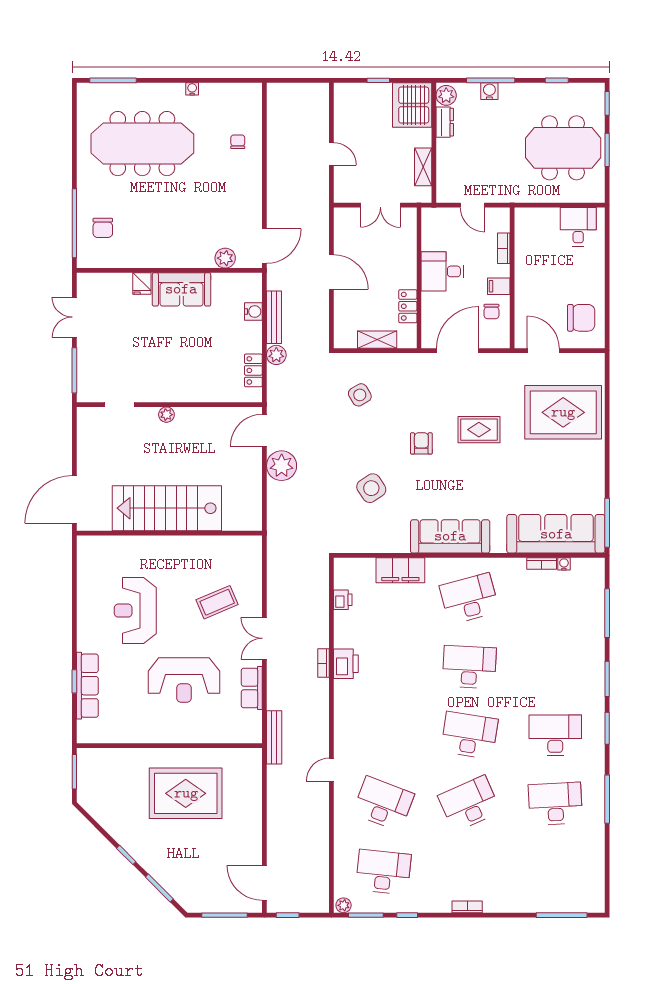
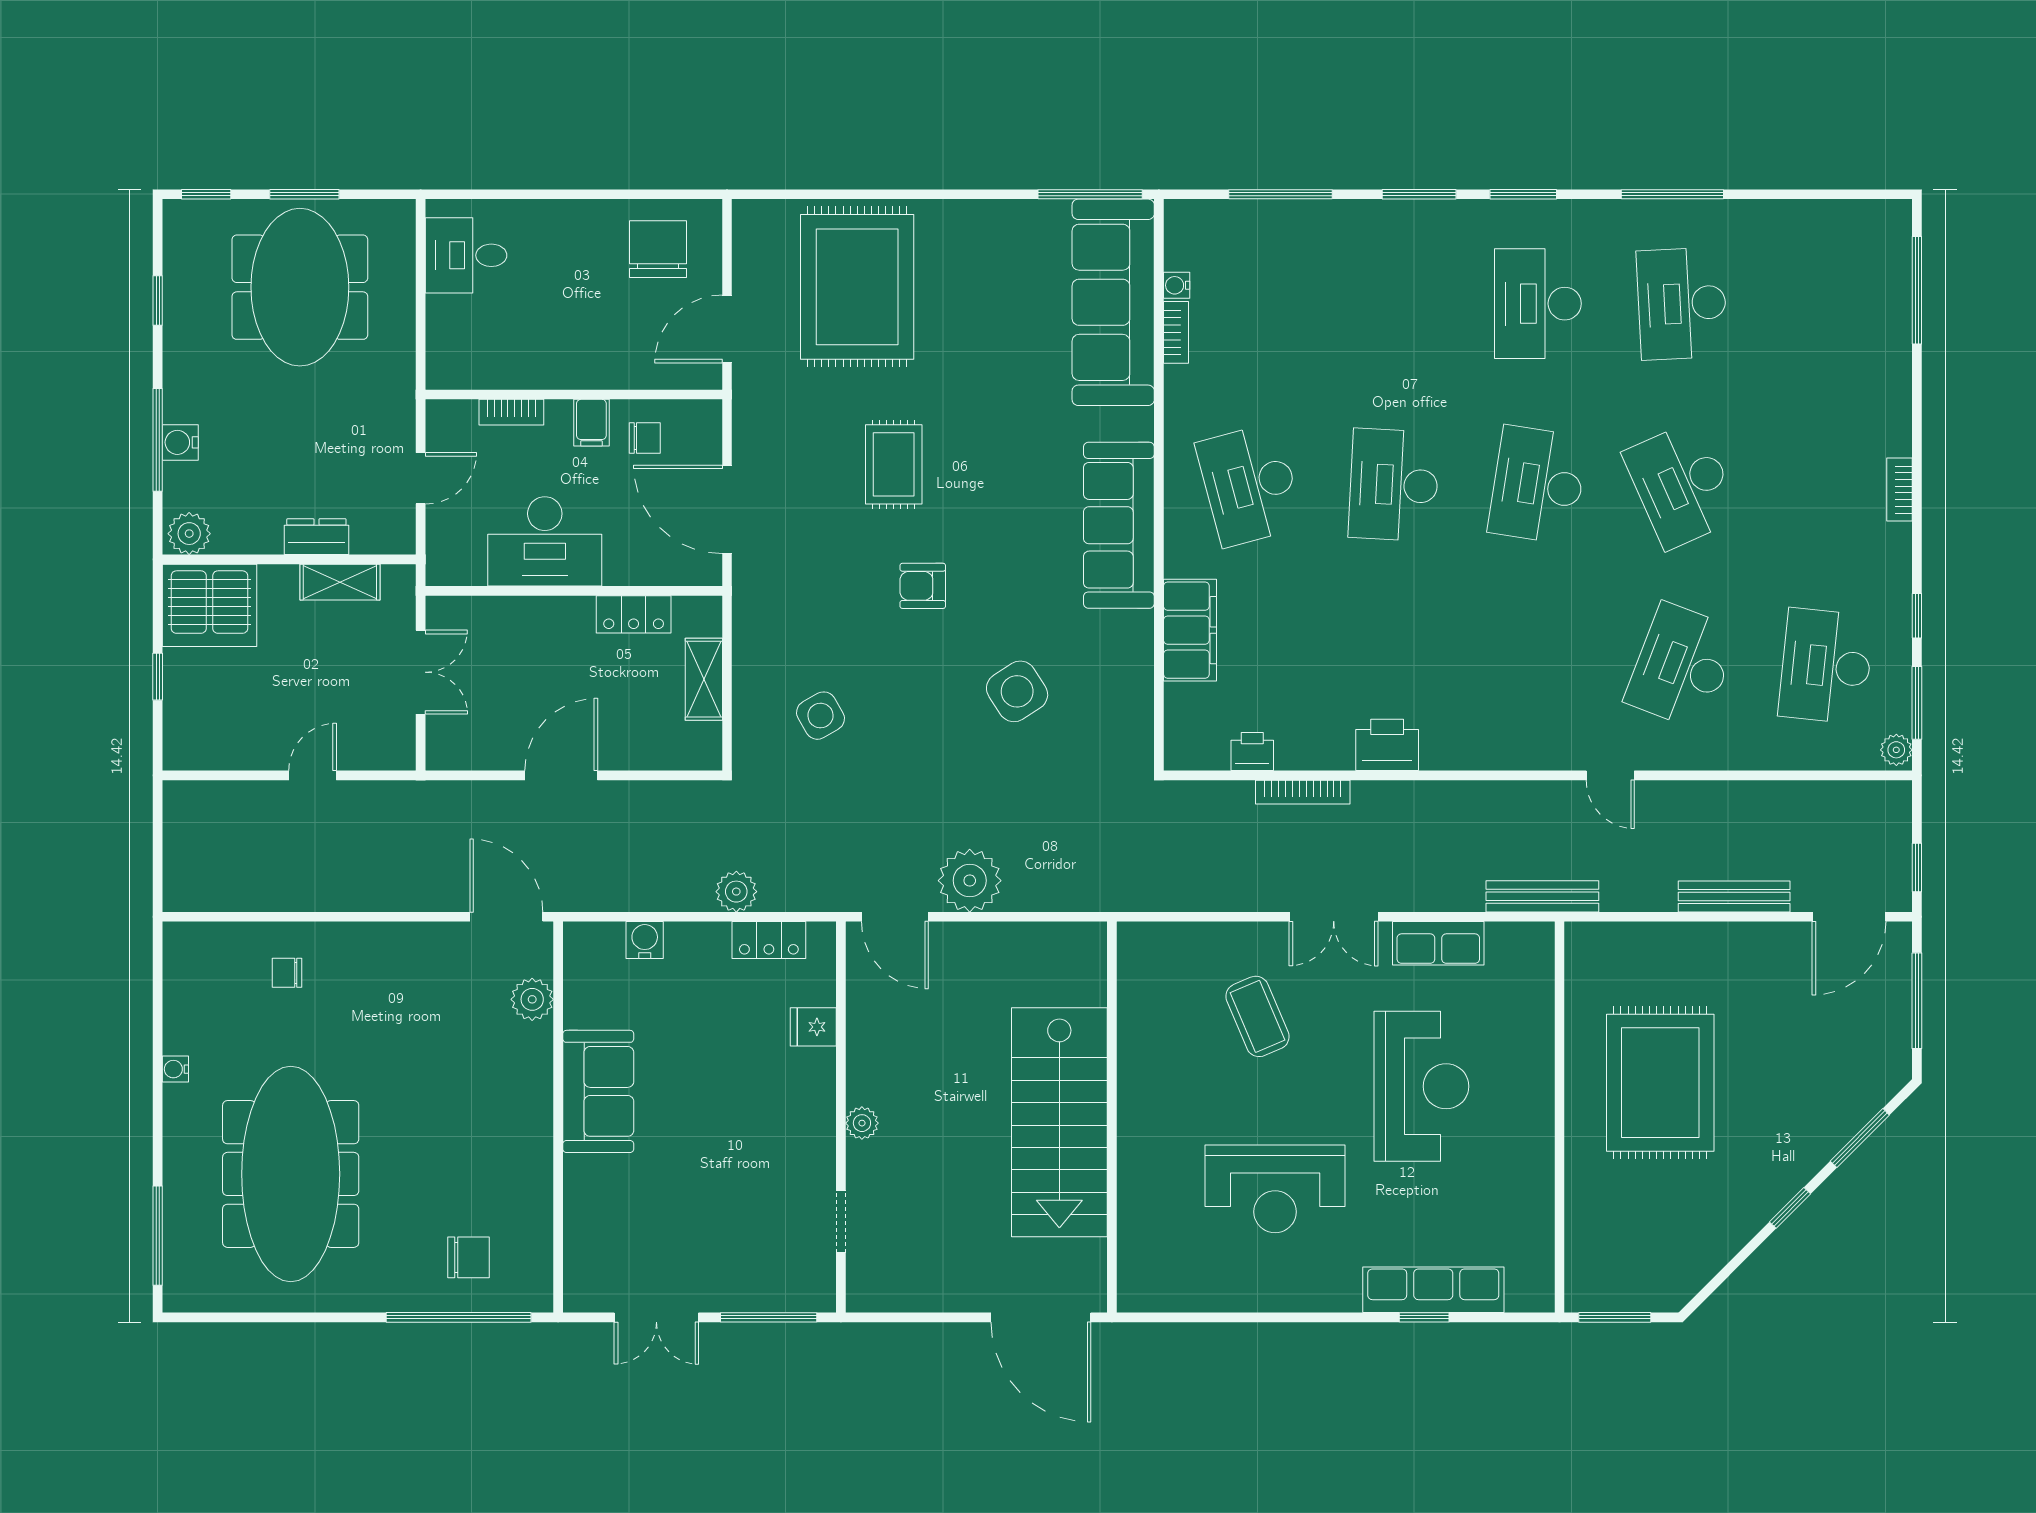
dresser: (445, 122) -> (316, 537), moved
desk: (442, 271) -> (545, 541), width x1.37
fridge: (142, 284) -> (813, 1027), moved, turned 180
bench: (274, 317) -> (1734, 896), moved
bookcase: (323, 663) -> (1303, 792), moved, width x1.56

